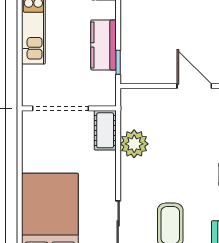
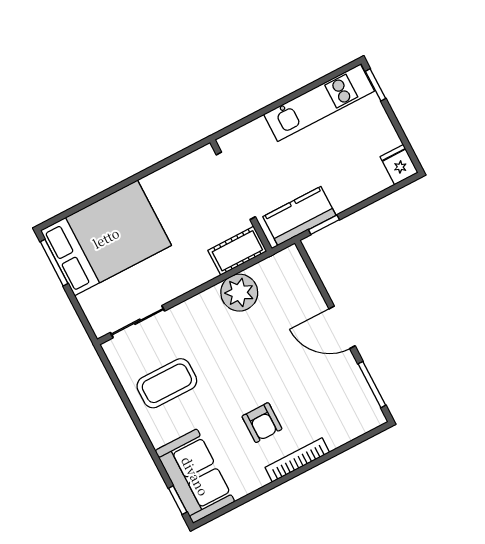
kitchen counter: (103, 45) -> (299, 216), moved
door: (194, 86) -> (342, 327), swing flipped

